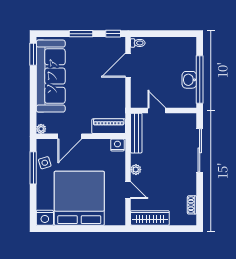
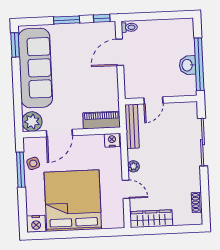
door: (157, 110) -> (153, 100), swing flipped
plant: (41, 129) -> (32, 122), width x1.87, depth x1.87

